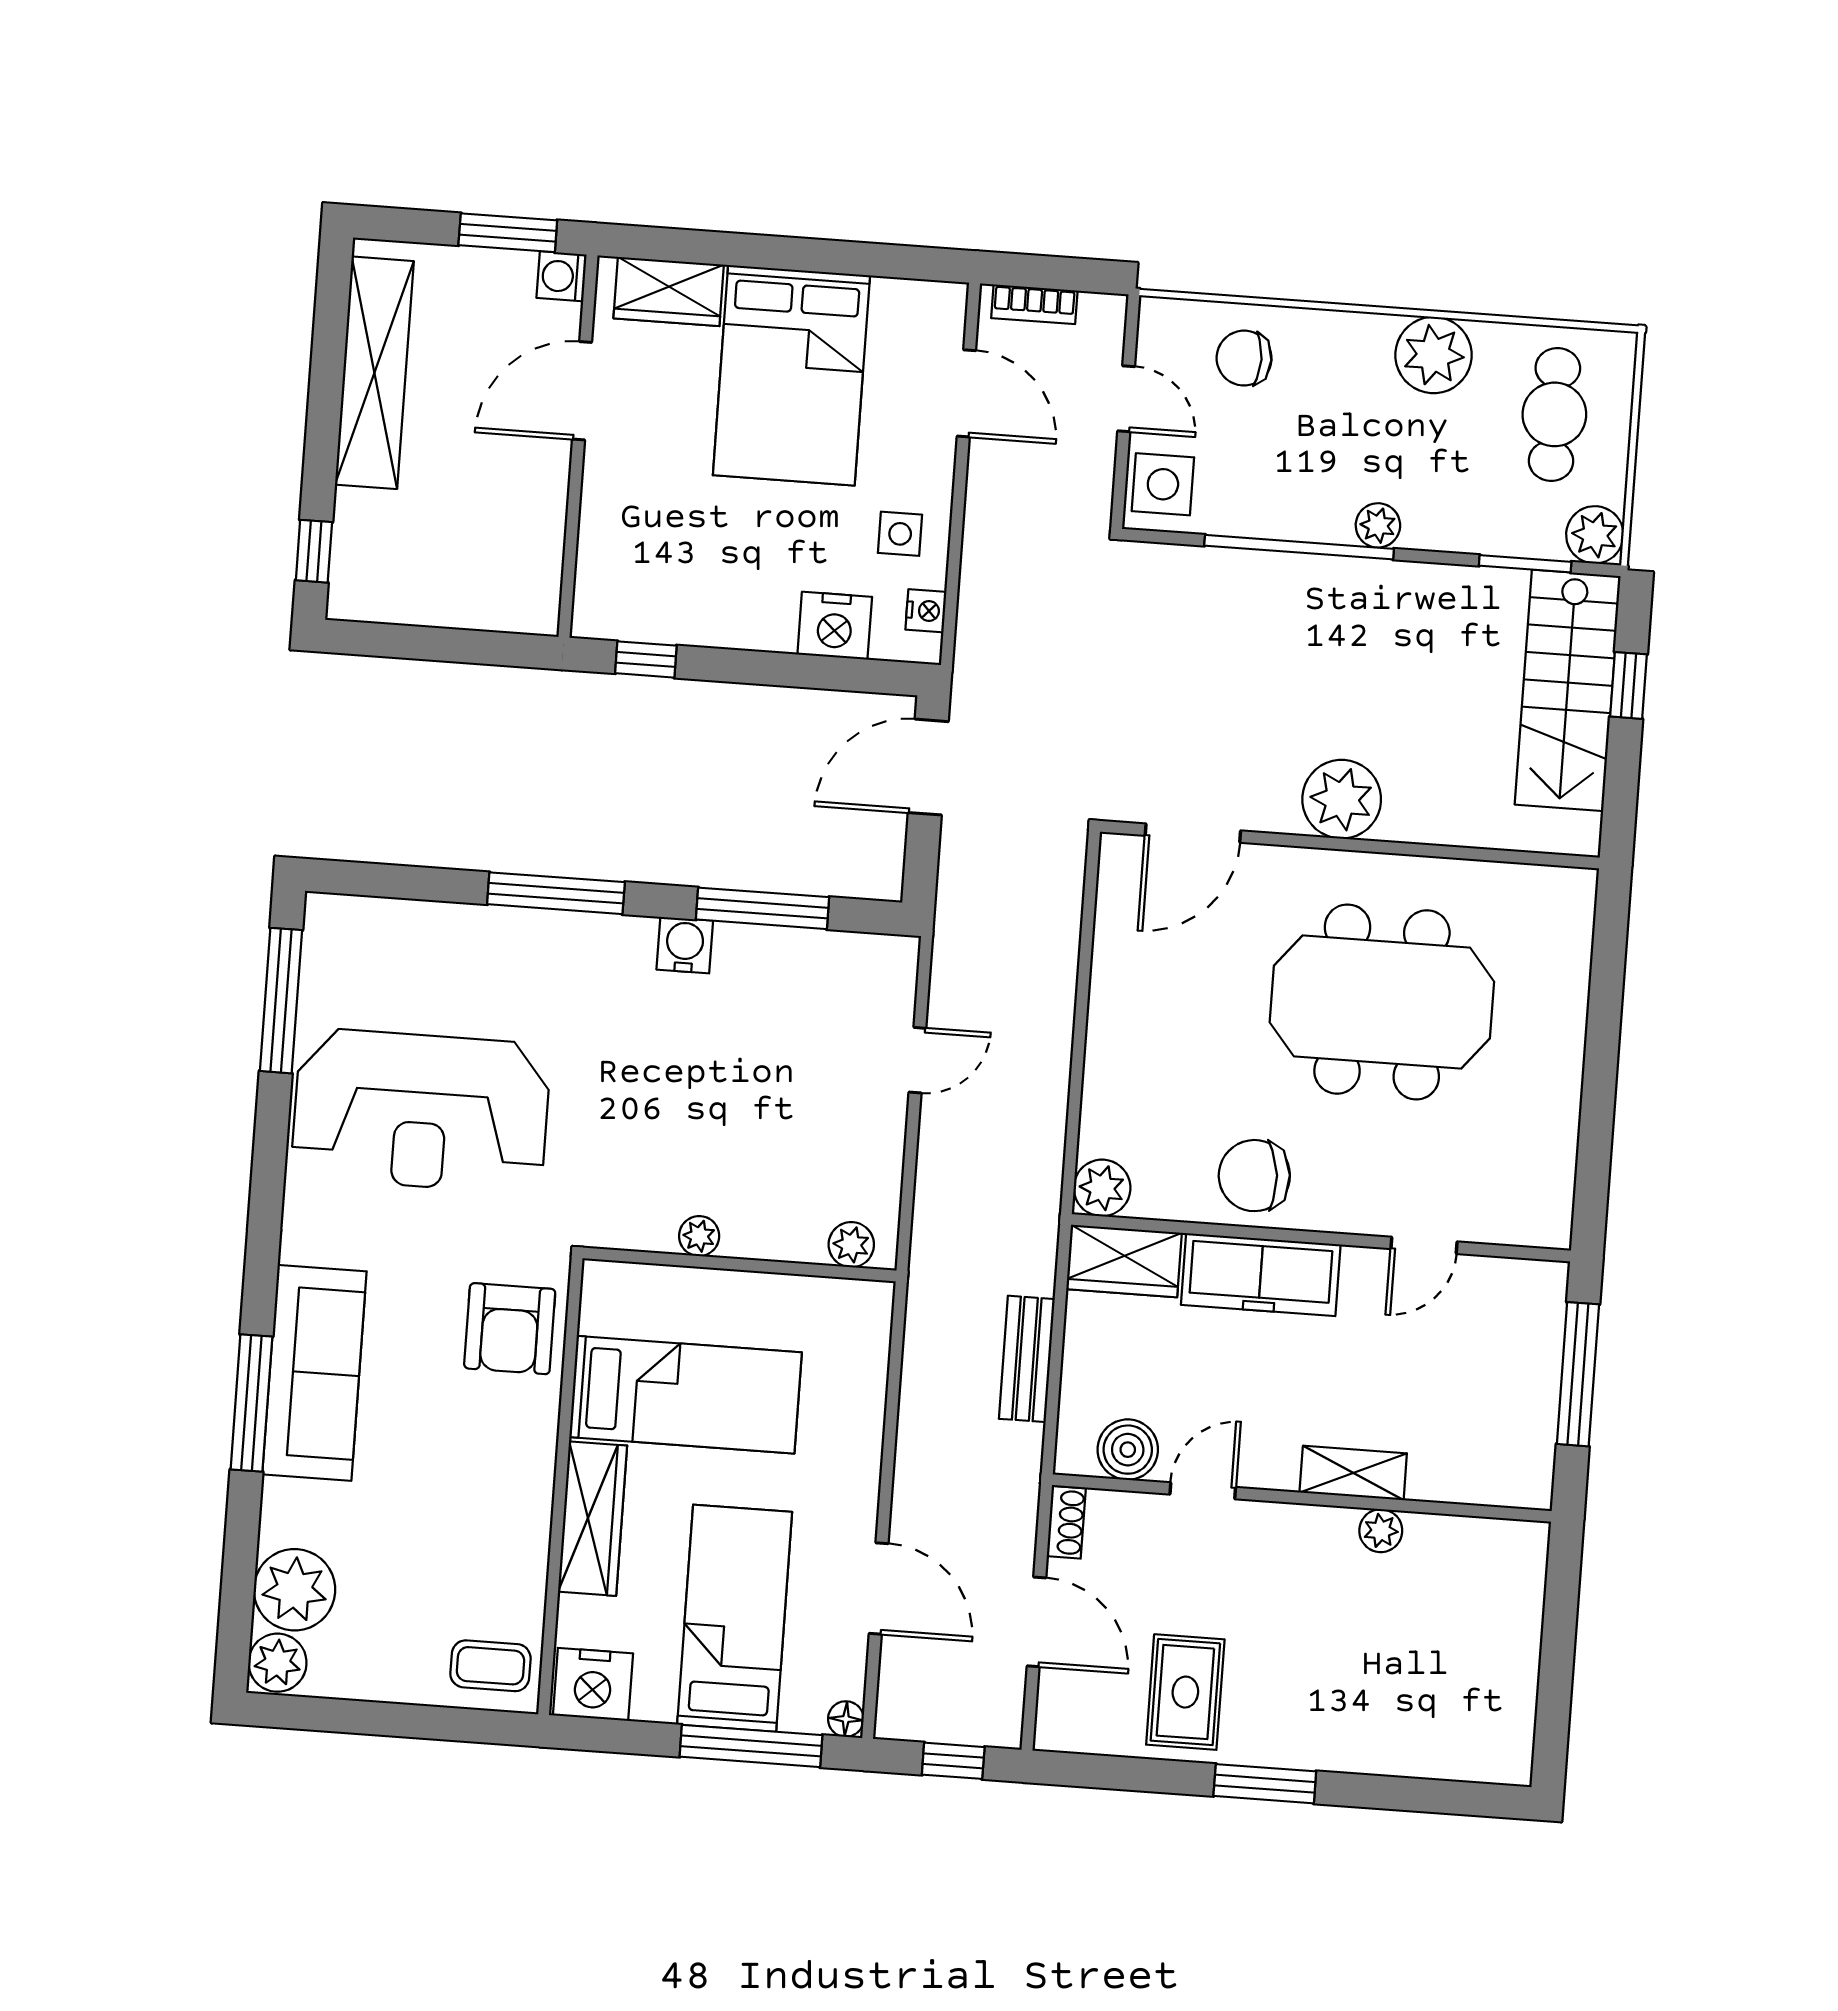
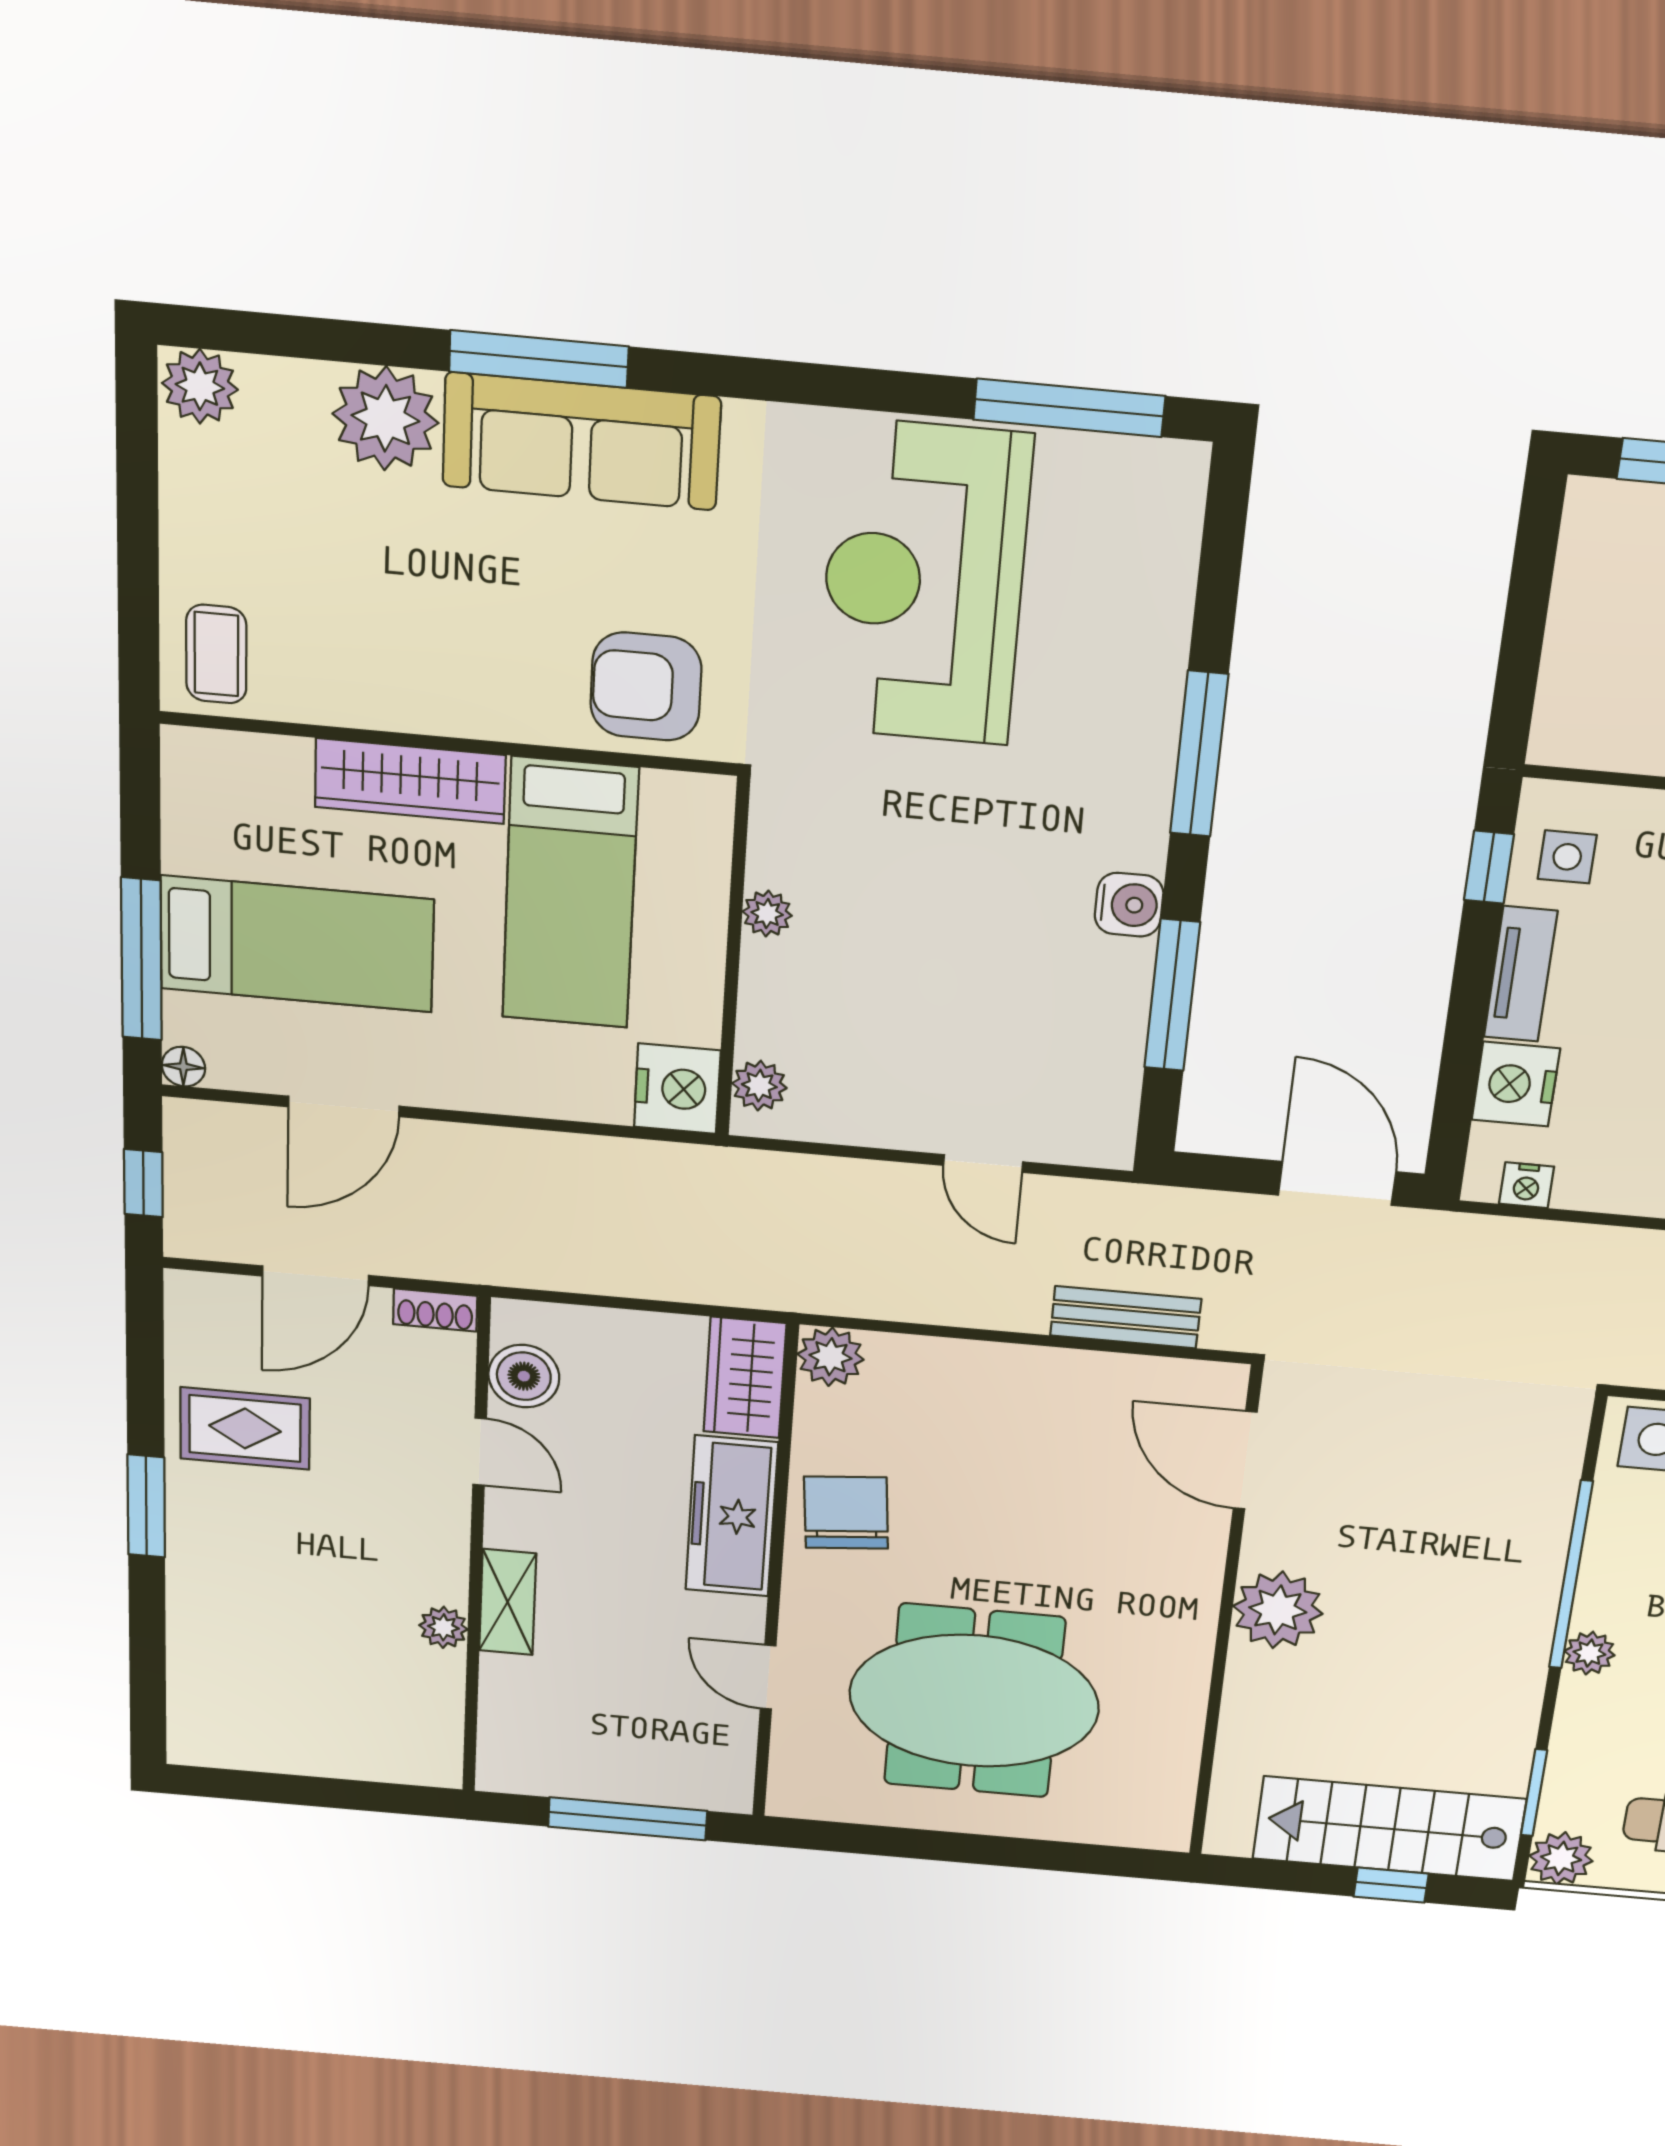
side table: (900, 534) -> (1567, 857), moved
tv unit: (737, 628) -> (1521, 974), added
meeting table: (1382, 1002) -> (974, 1701), moved, turned 90
bench: (1027, 1359) -> (1126, 1317), moved
plant: (295, 1590) -> (385, 418), moved
nightstand: (593, 1684) -> (677, 1089), moved, turned 180

